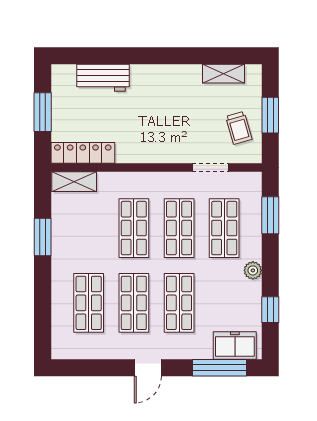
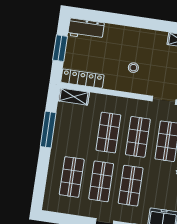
workbench: (103, 78) -> (86, 29), moved
stool: (157, 125) -> (133, 68), added
window: (43, 237) -> (48, 130), width x1.44

